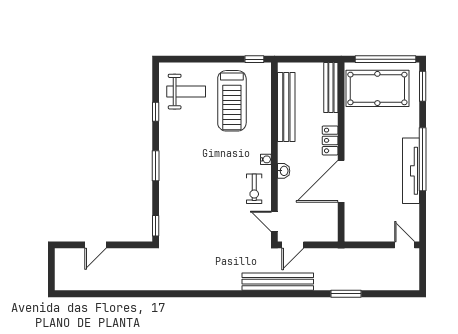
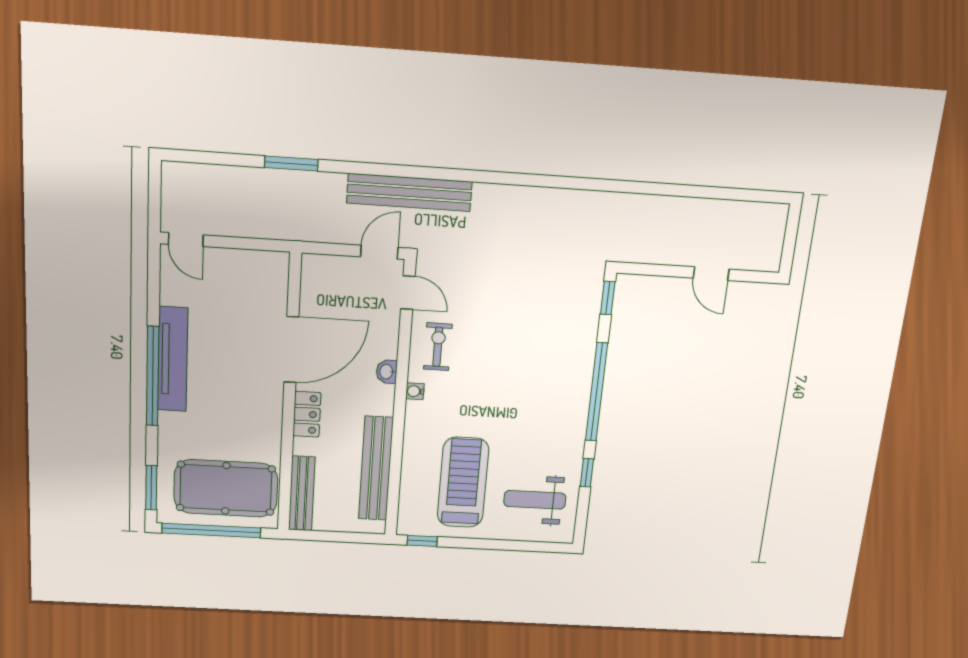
window: (156, 166) -> (596, 392), width x2.11
door: (96, 245) -> (711, 274), swing flipped

